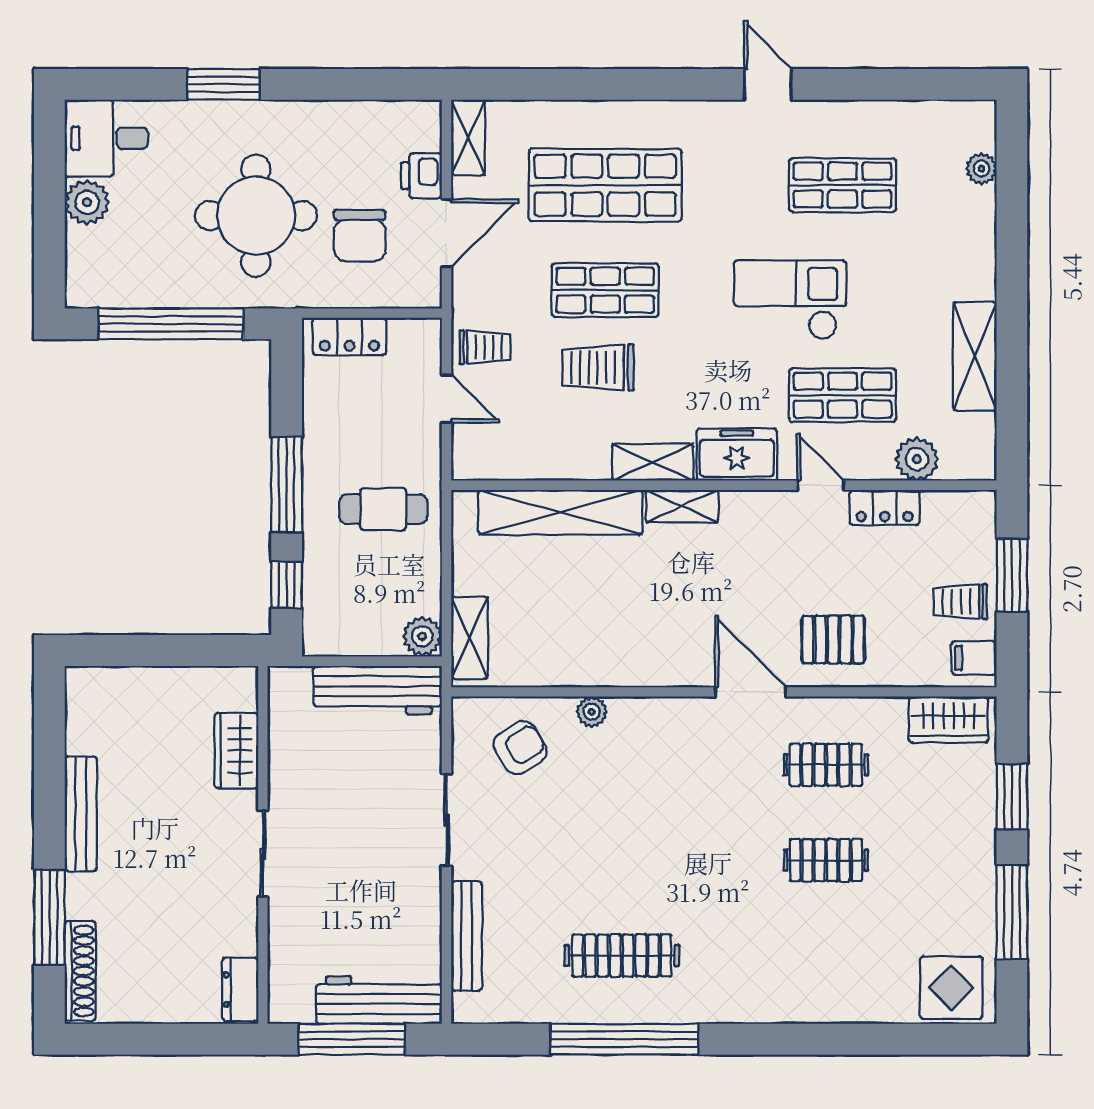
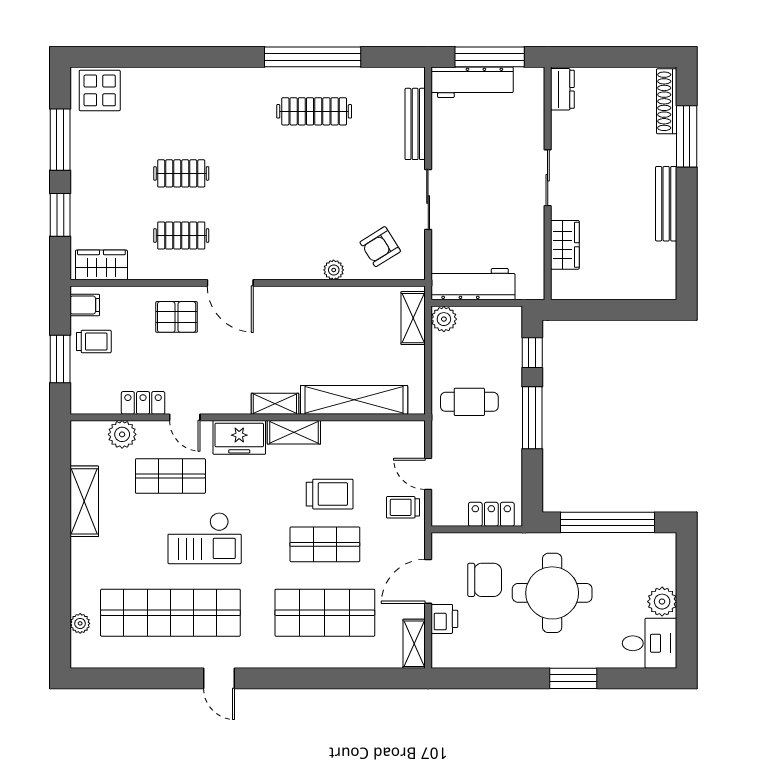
shop shelf: (843, 185) -> (170, 613), width x2.00, depth x1.36
chair: (360, 236) -> (485, 580), turned 90

